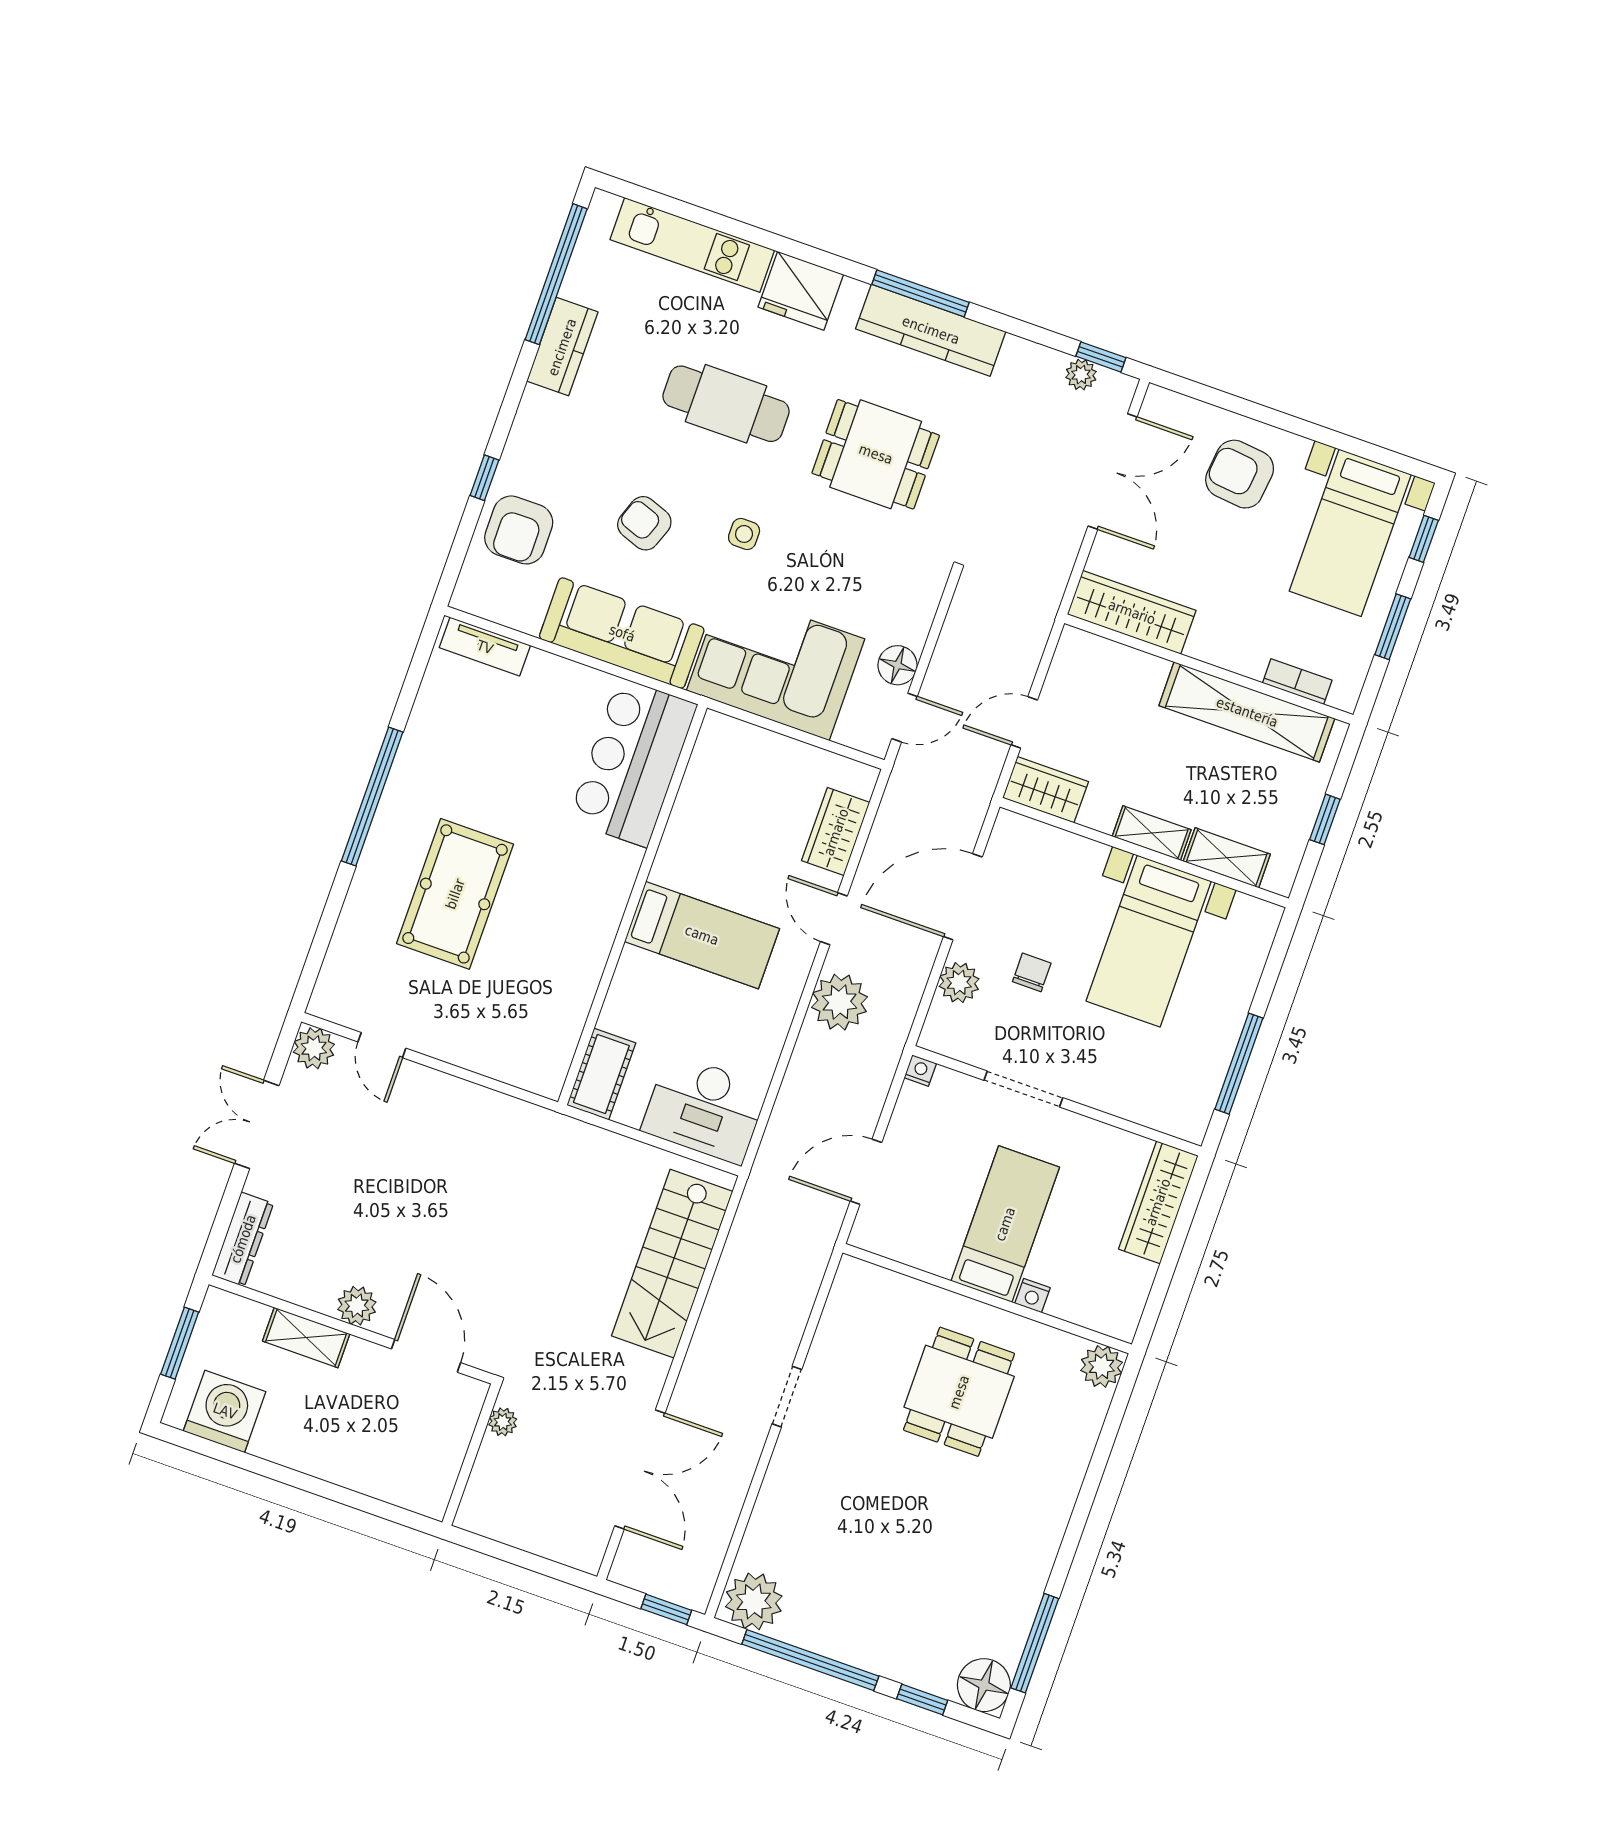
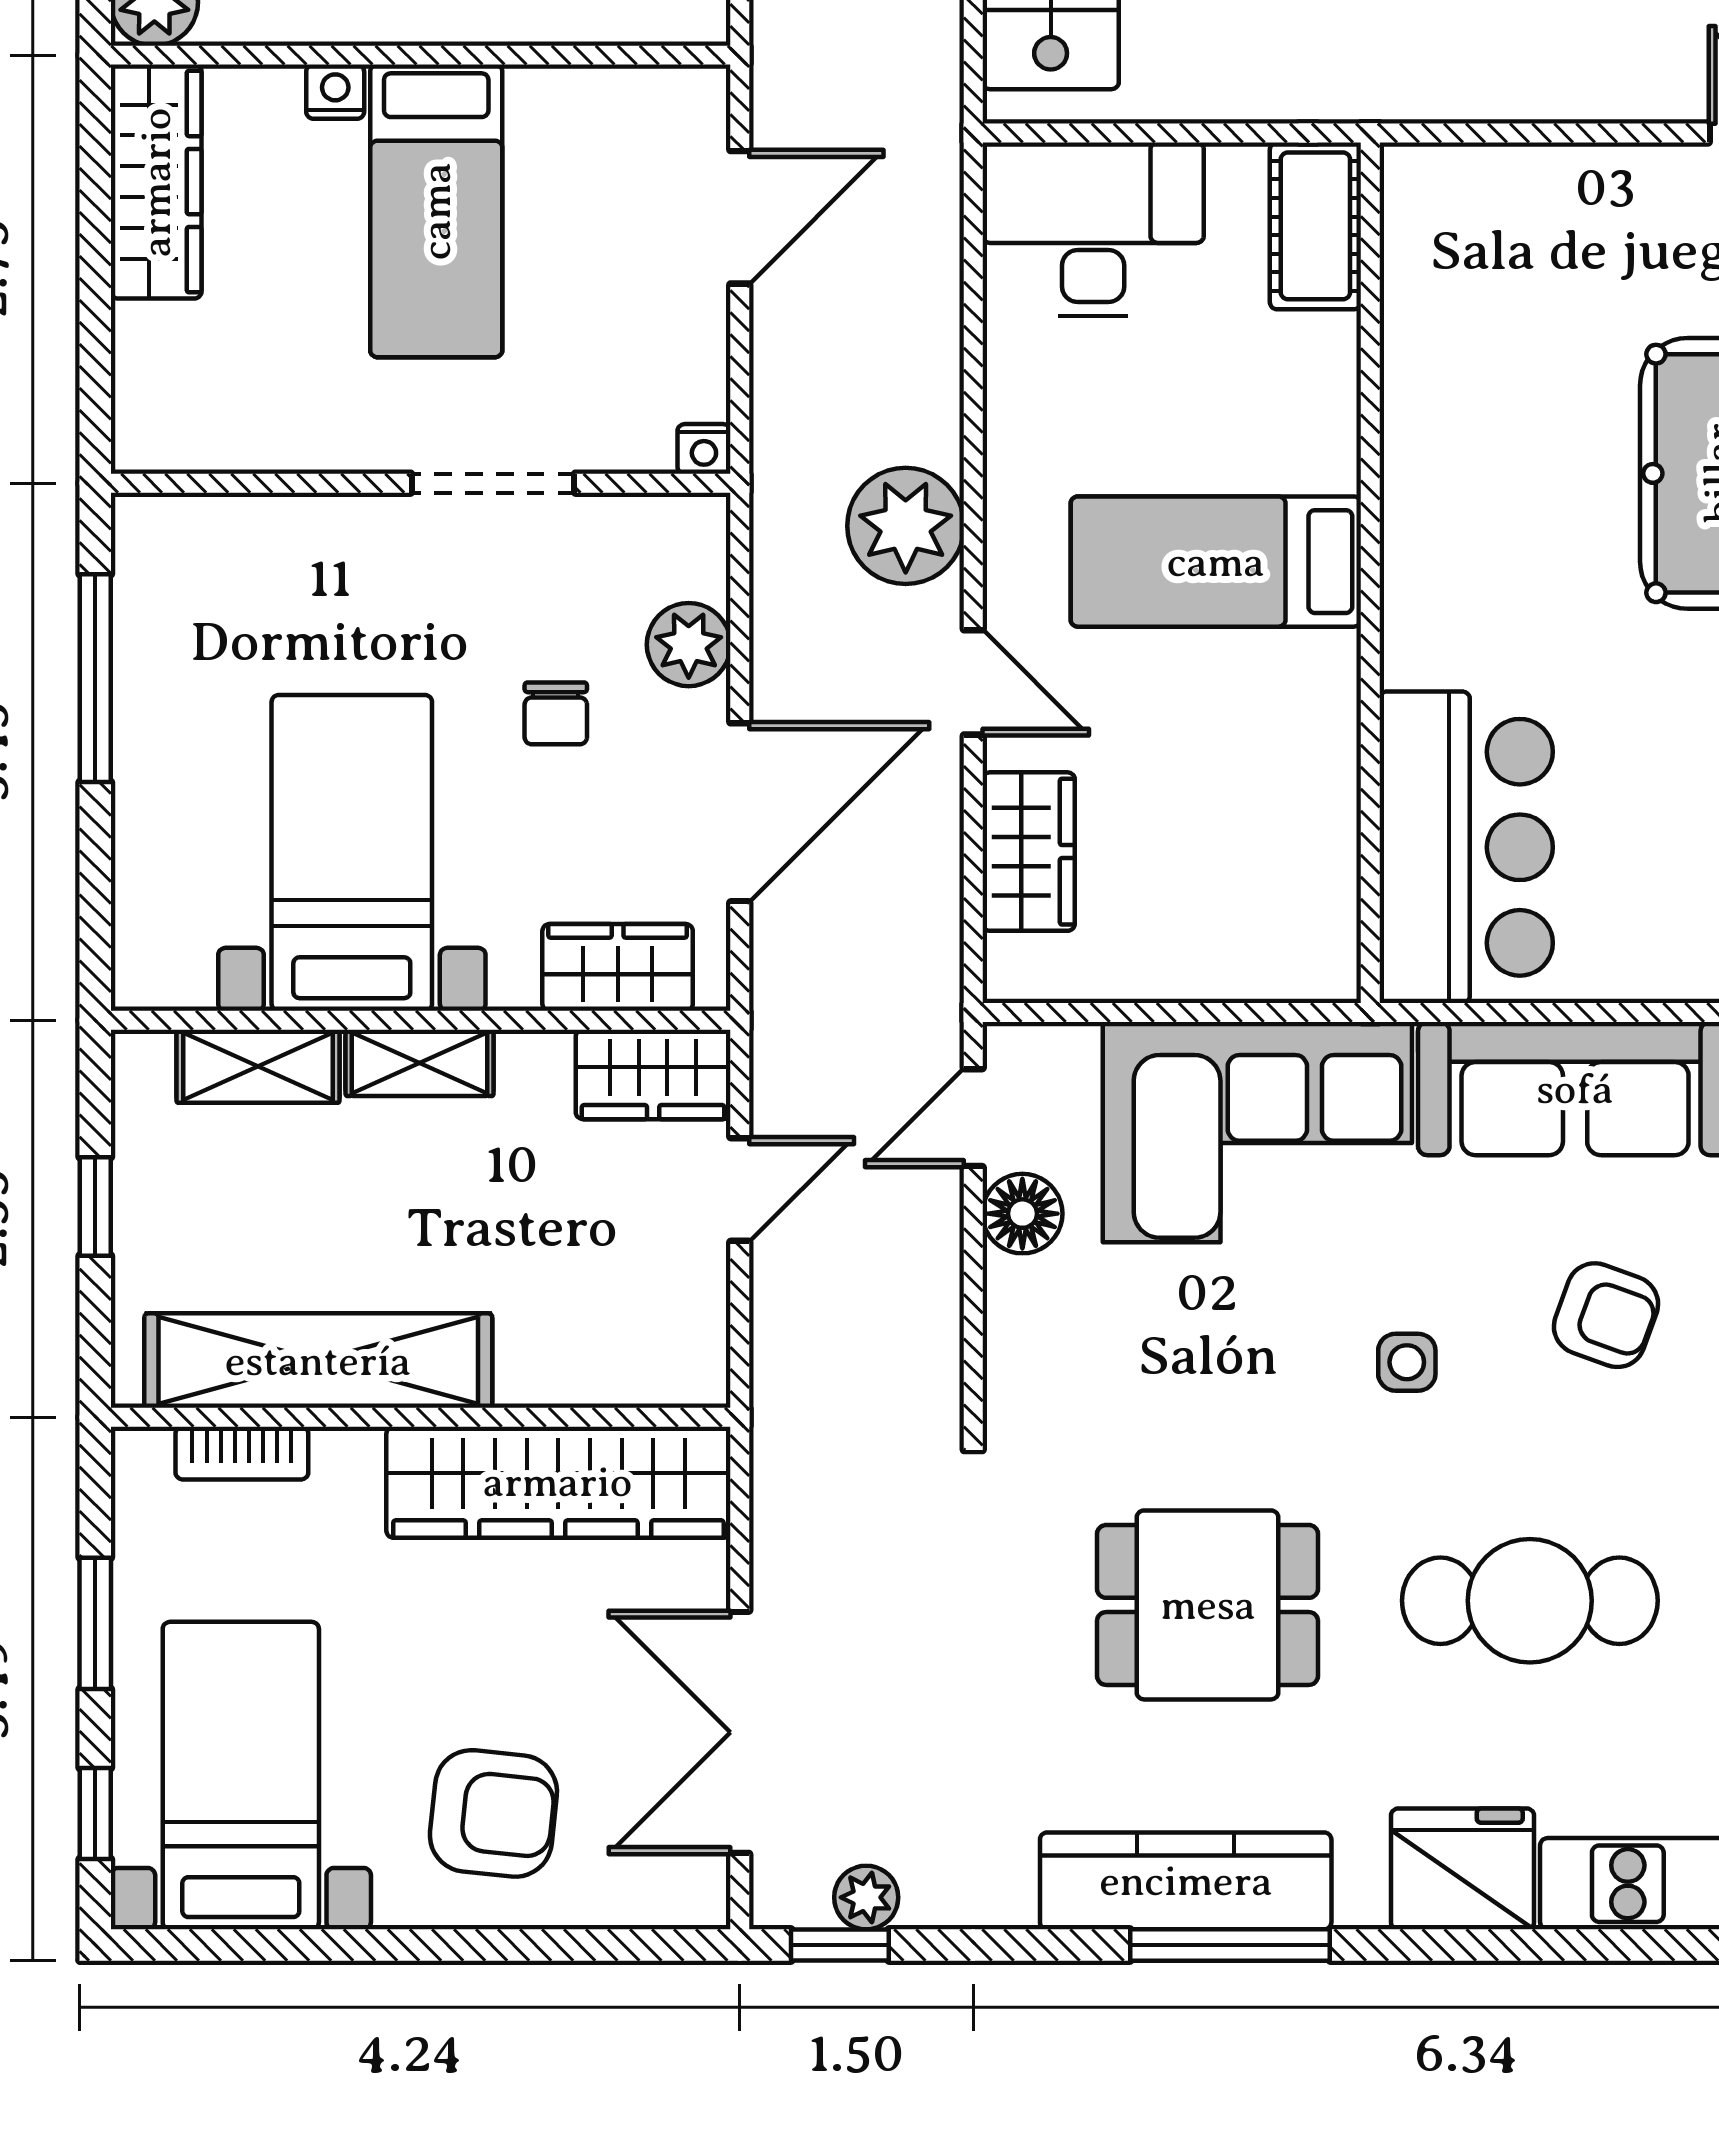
wardrobe: (1132, 612) -> (558, 1482), width x1.40, depth x1.17
wardrobe: (1045, 845) -> (618, 967), added
wardrobe: (1158, 1202) -> (156, 182), moved

